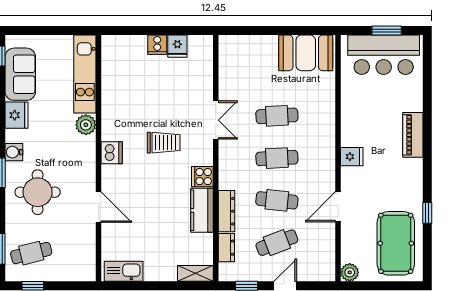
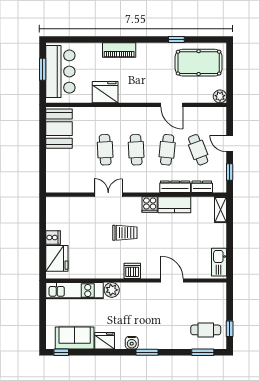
fridge: (177, 46) -> (57, 258), moved, width x1.88, depth x1.34
trolley: (164, 143) -> (125, 233), turned 90
fridge: (352, 157) -> (105, 92), moved, width x1.88, depth x1.34
round table: (38, 192) -> (161, 325), removed
door: (99, 207) -> (172, 281), hinge flipped
cafe table: (31, 253) -> (206, 330), turned -76

